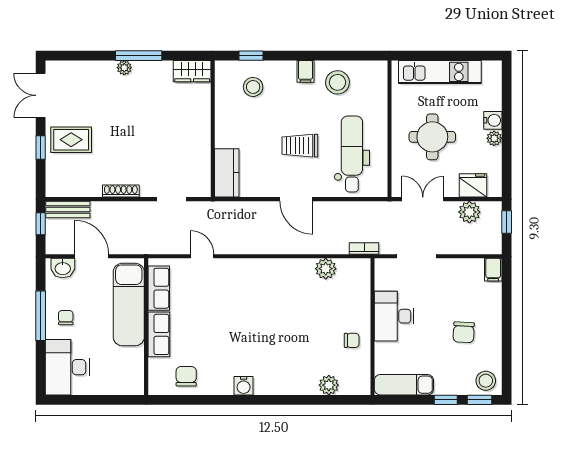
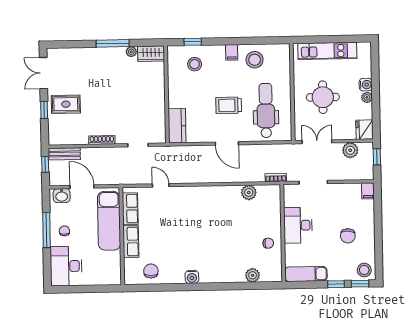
plant: (124, 68) -> (131, 52), moved
fridge: (473, 185) -> (364, 130), moved, turned -90

